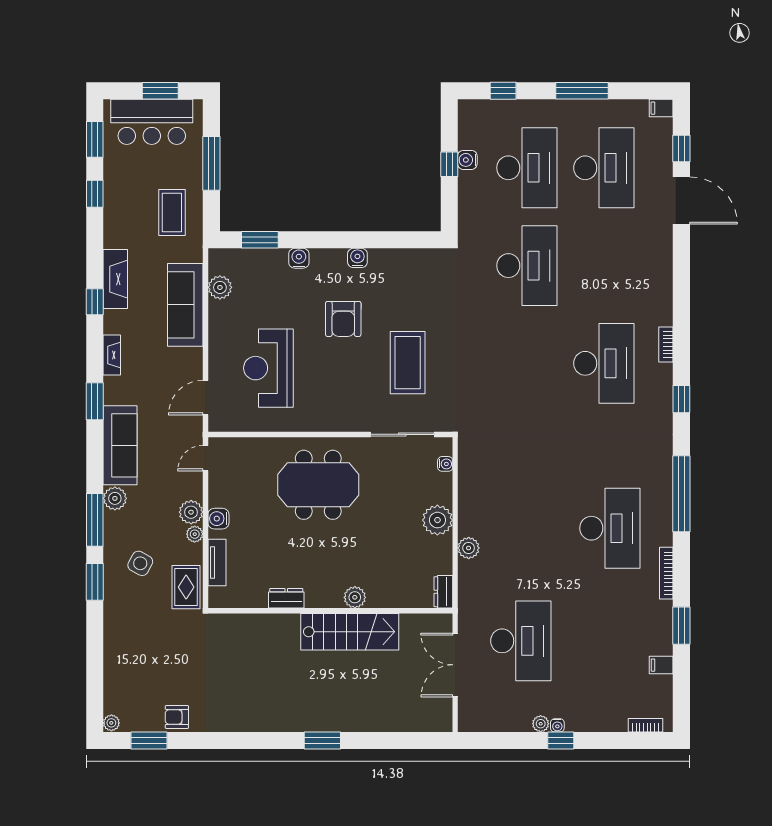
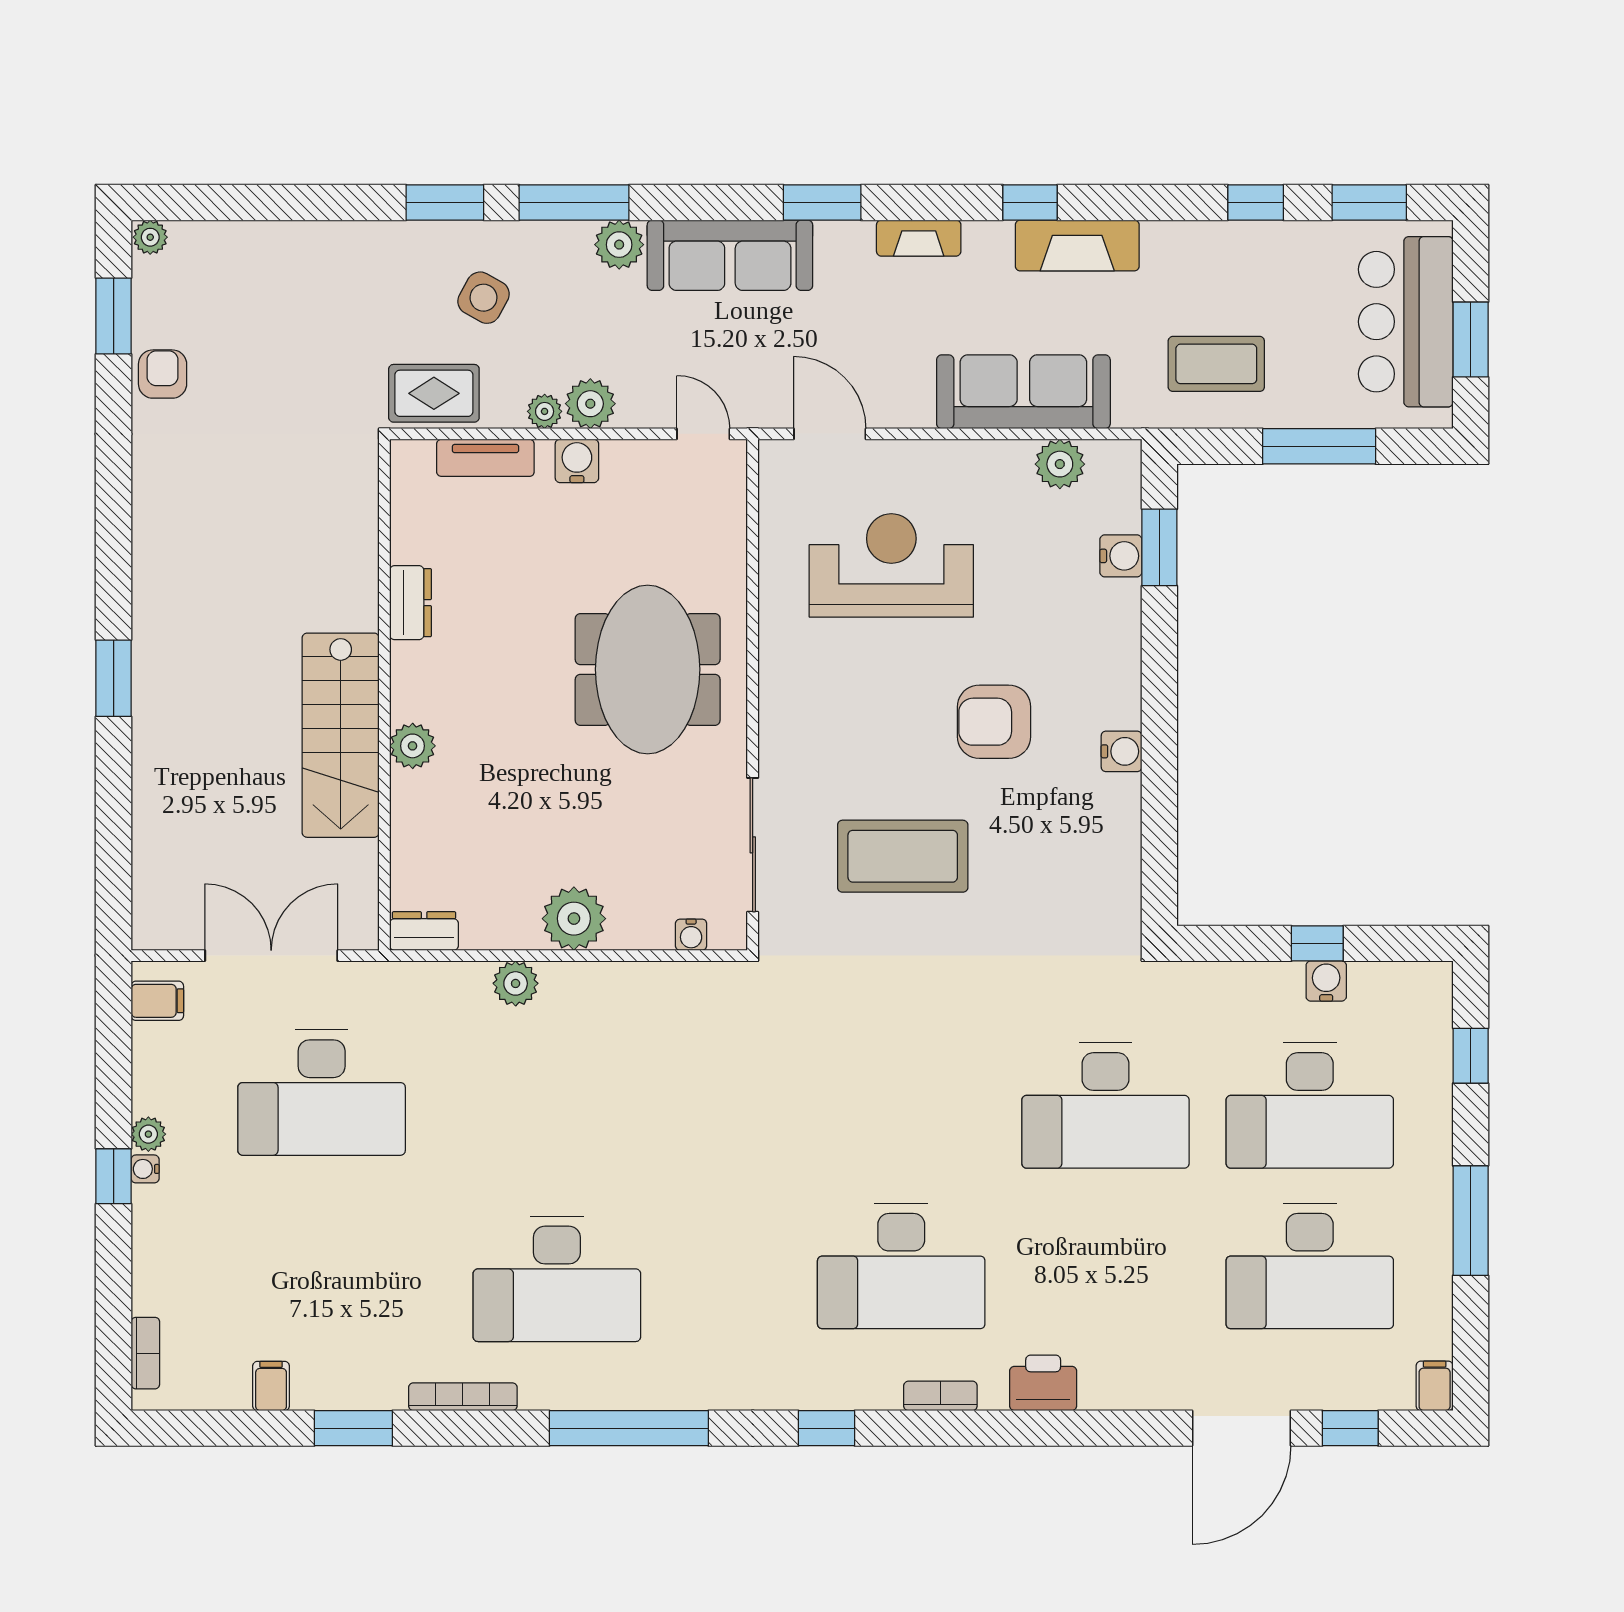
water cooler: (299, 258) -> (1121, 556), moved
printer: (660, 295) -> (1043, 1383), added
filing cabinet: (477, 719) -> (157, 1001), added

